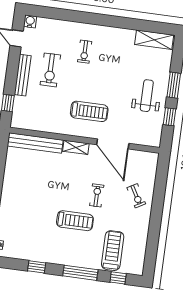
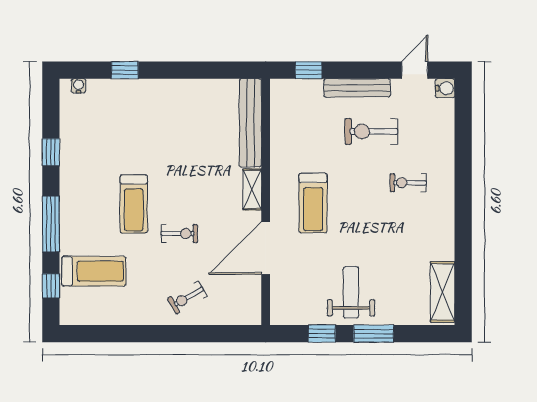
weight bench: (147, 96) -> (351, 292), turned -90

